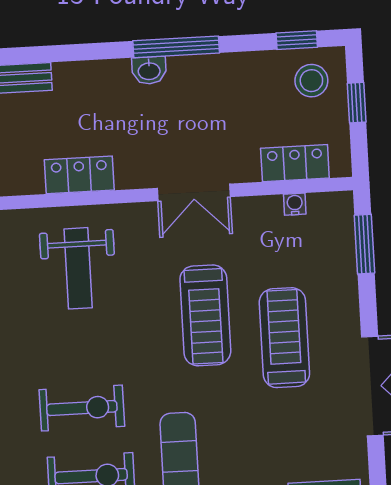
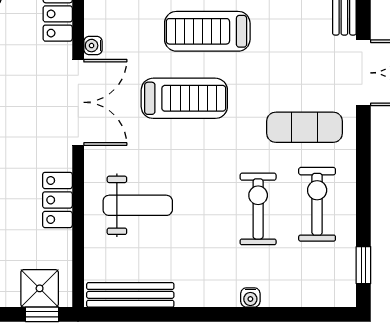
double door: (194, 192) -> (78, 102), width x1.37
water cooler: (295, 204) -> (93, 46), moved

